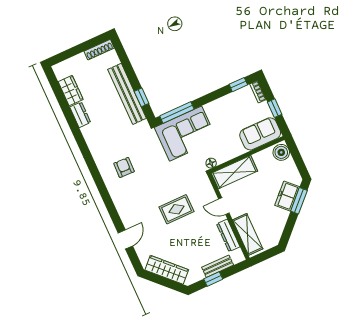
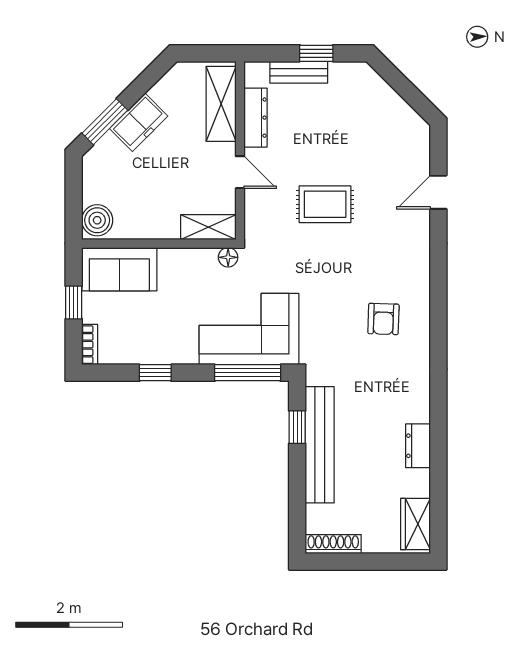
window: (238, 85) -> (155, 373), moved
wardrobe: (71, 91) -> (415, 524), moved
shelving: (234, 172) -> (208, 227), width x0.67, depth x0.75
freezer: (287, 196) -> (139, 122), moved
wardrobe: (167, 270) -> (390, 106), removed

